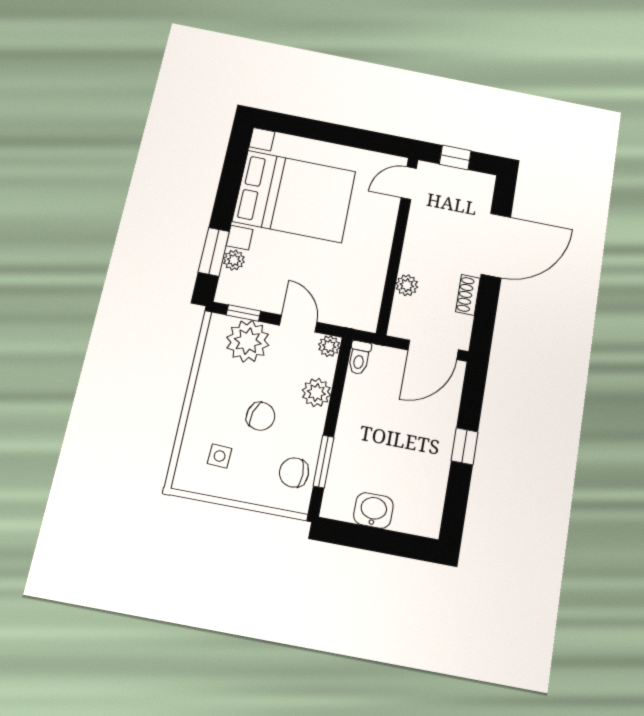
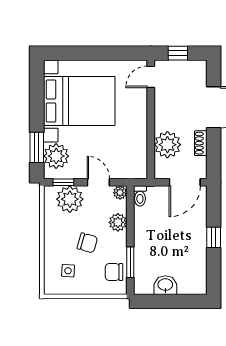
plant: (234, 260) -> (56, 156), width x1.88, depth x1.88
plant: (407, 285) -> (167, 145), width x1.88, depth x1.88

